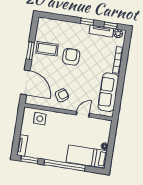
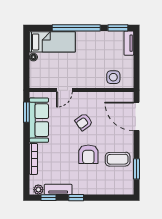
window: (30, 51) -> (137, 169), moved
armchair: (62, 95) -> (84, 122), moved
window: (118, 101) -> (26, 112), added

